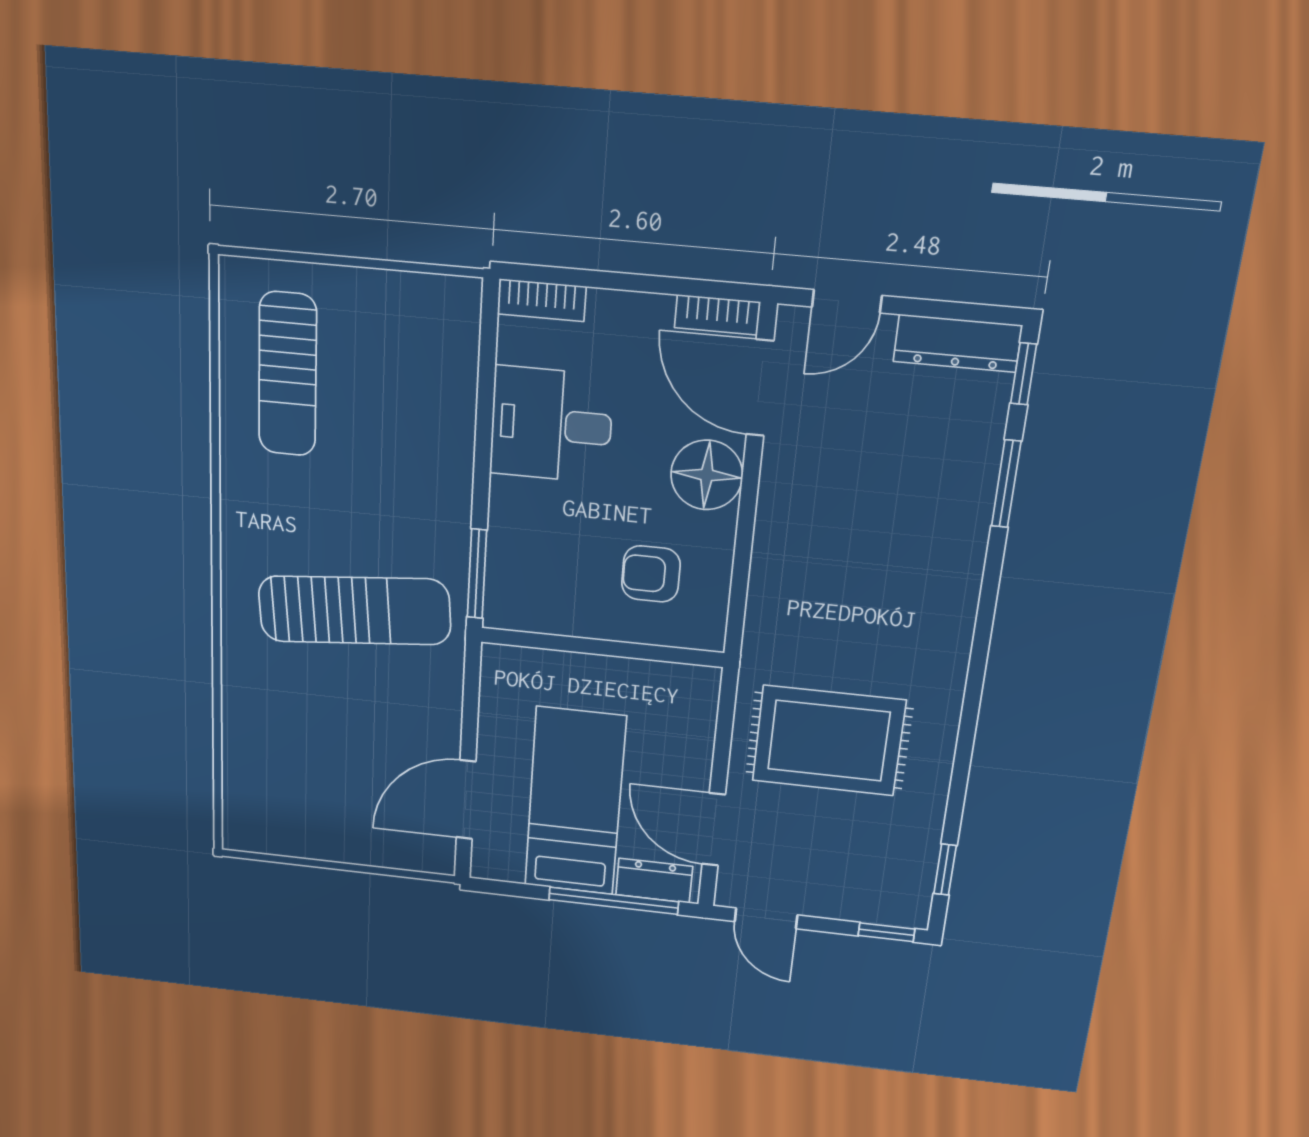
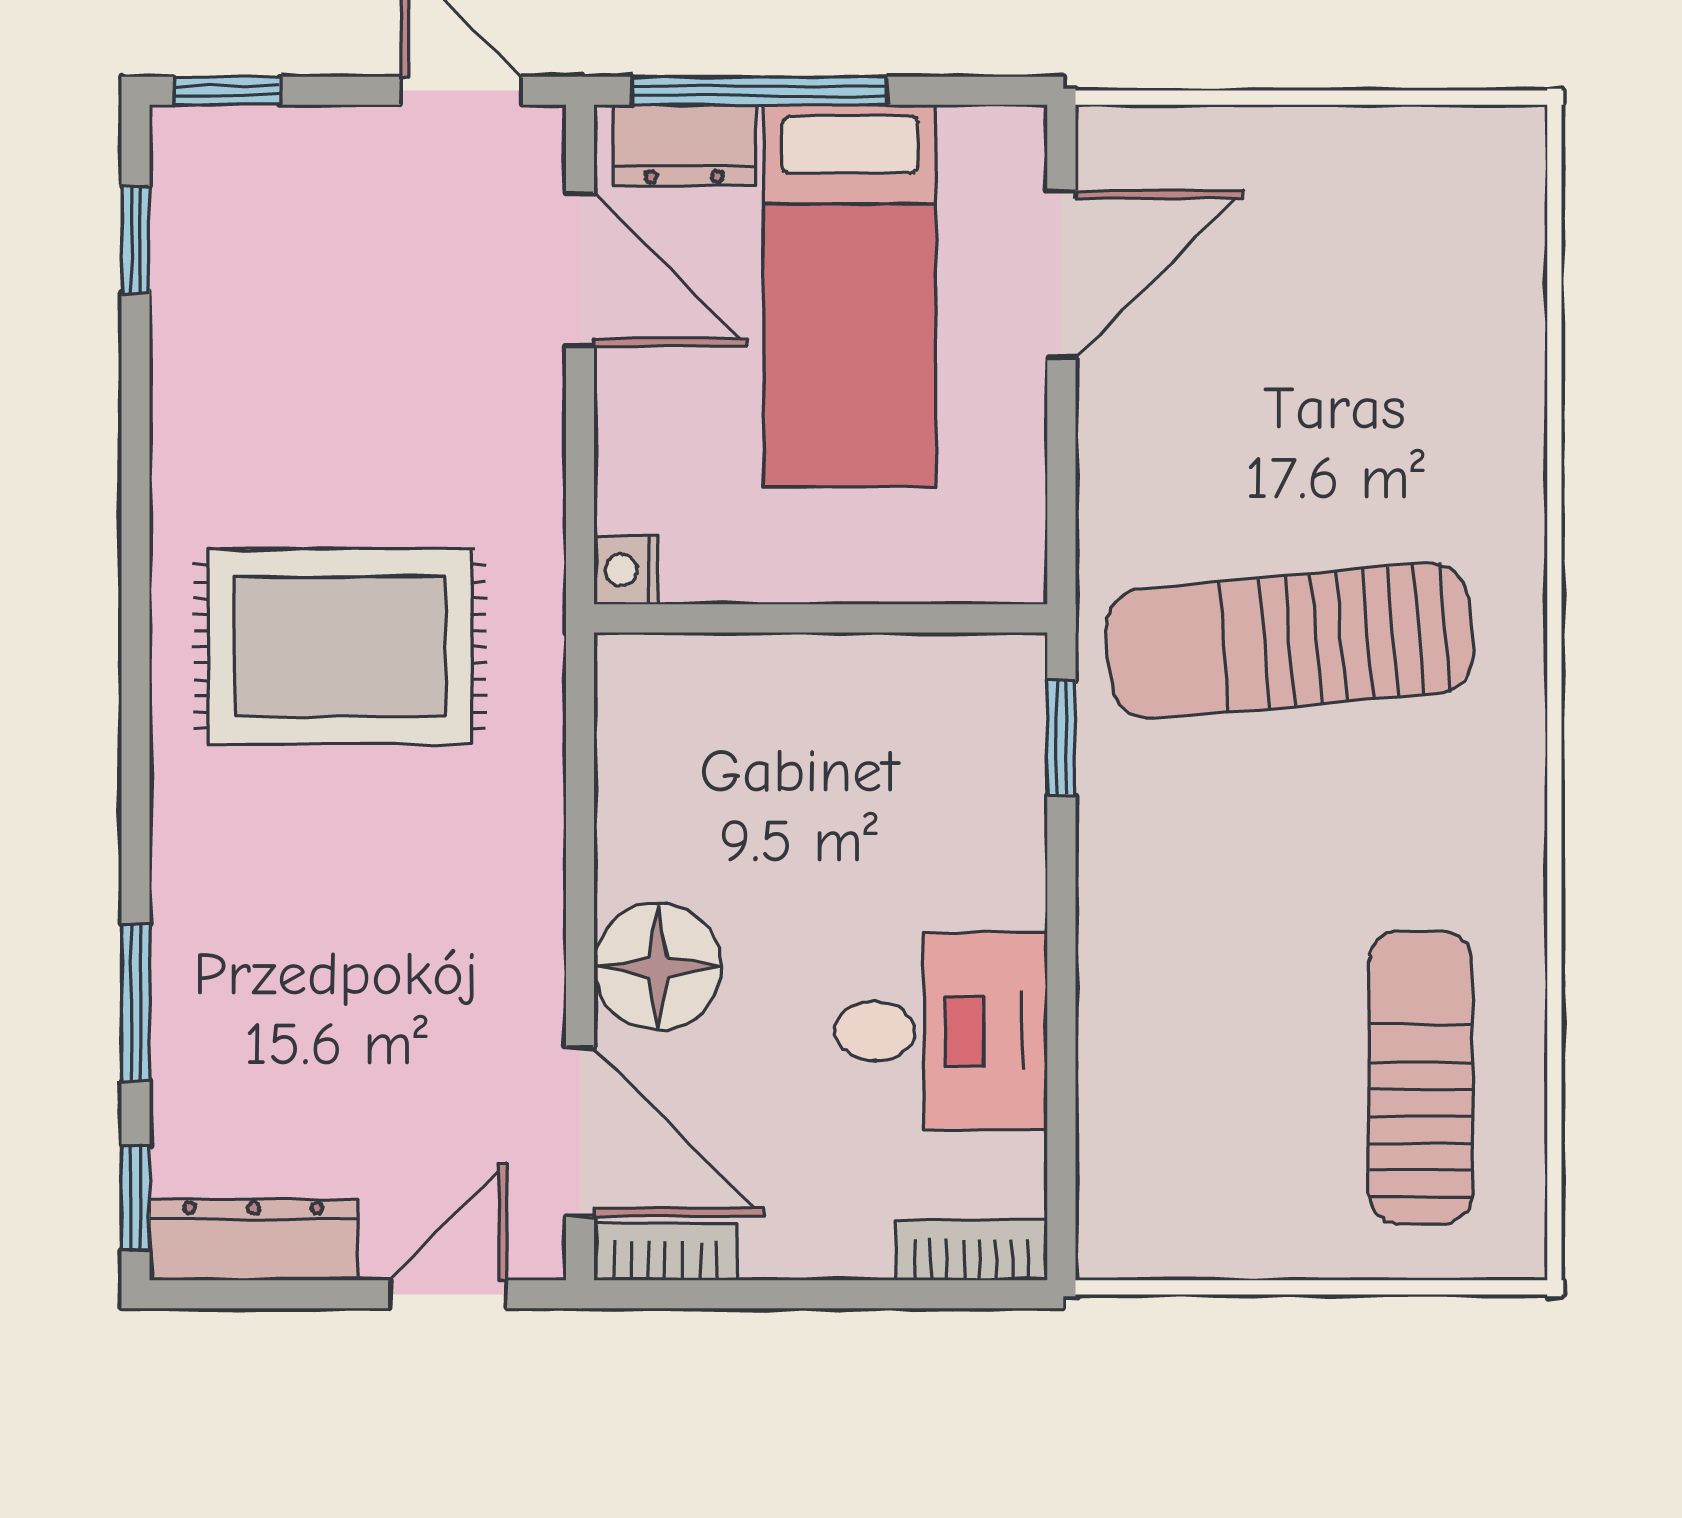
window: (477, 574) -> (1061, 738), width x0.67
armchair: (651, 574) -> (742, 771), removed
nightstand: (704, 682) -> (626, 570), added
rug: (829, 741) -> (340, 647), moved

